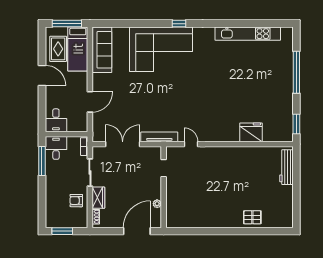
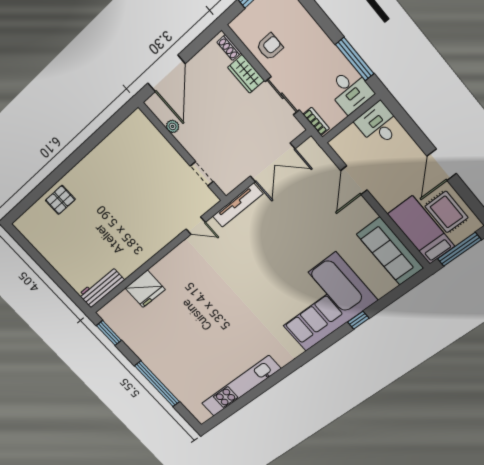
window: (179, 24) -> (358, 320), moved
door: (42, 75) -> (442, 165), hinge flipped
workbench: (286, 167) -> (101, 287), moved, turned -90

